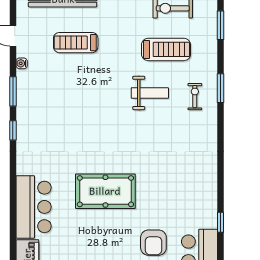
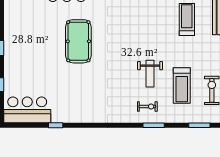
armchair: (153, 243) -> (41, 76), removed

